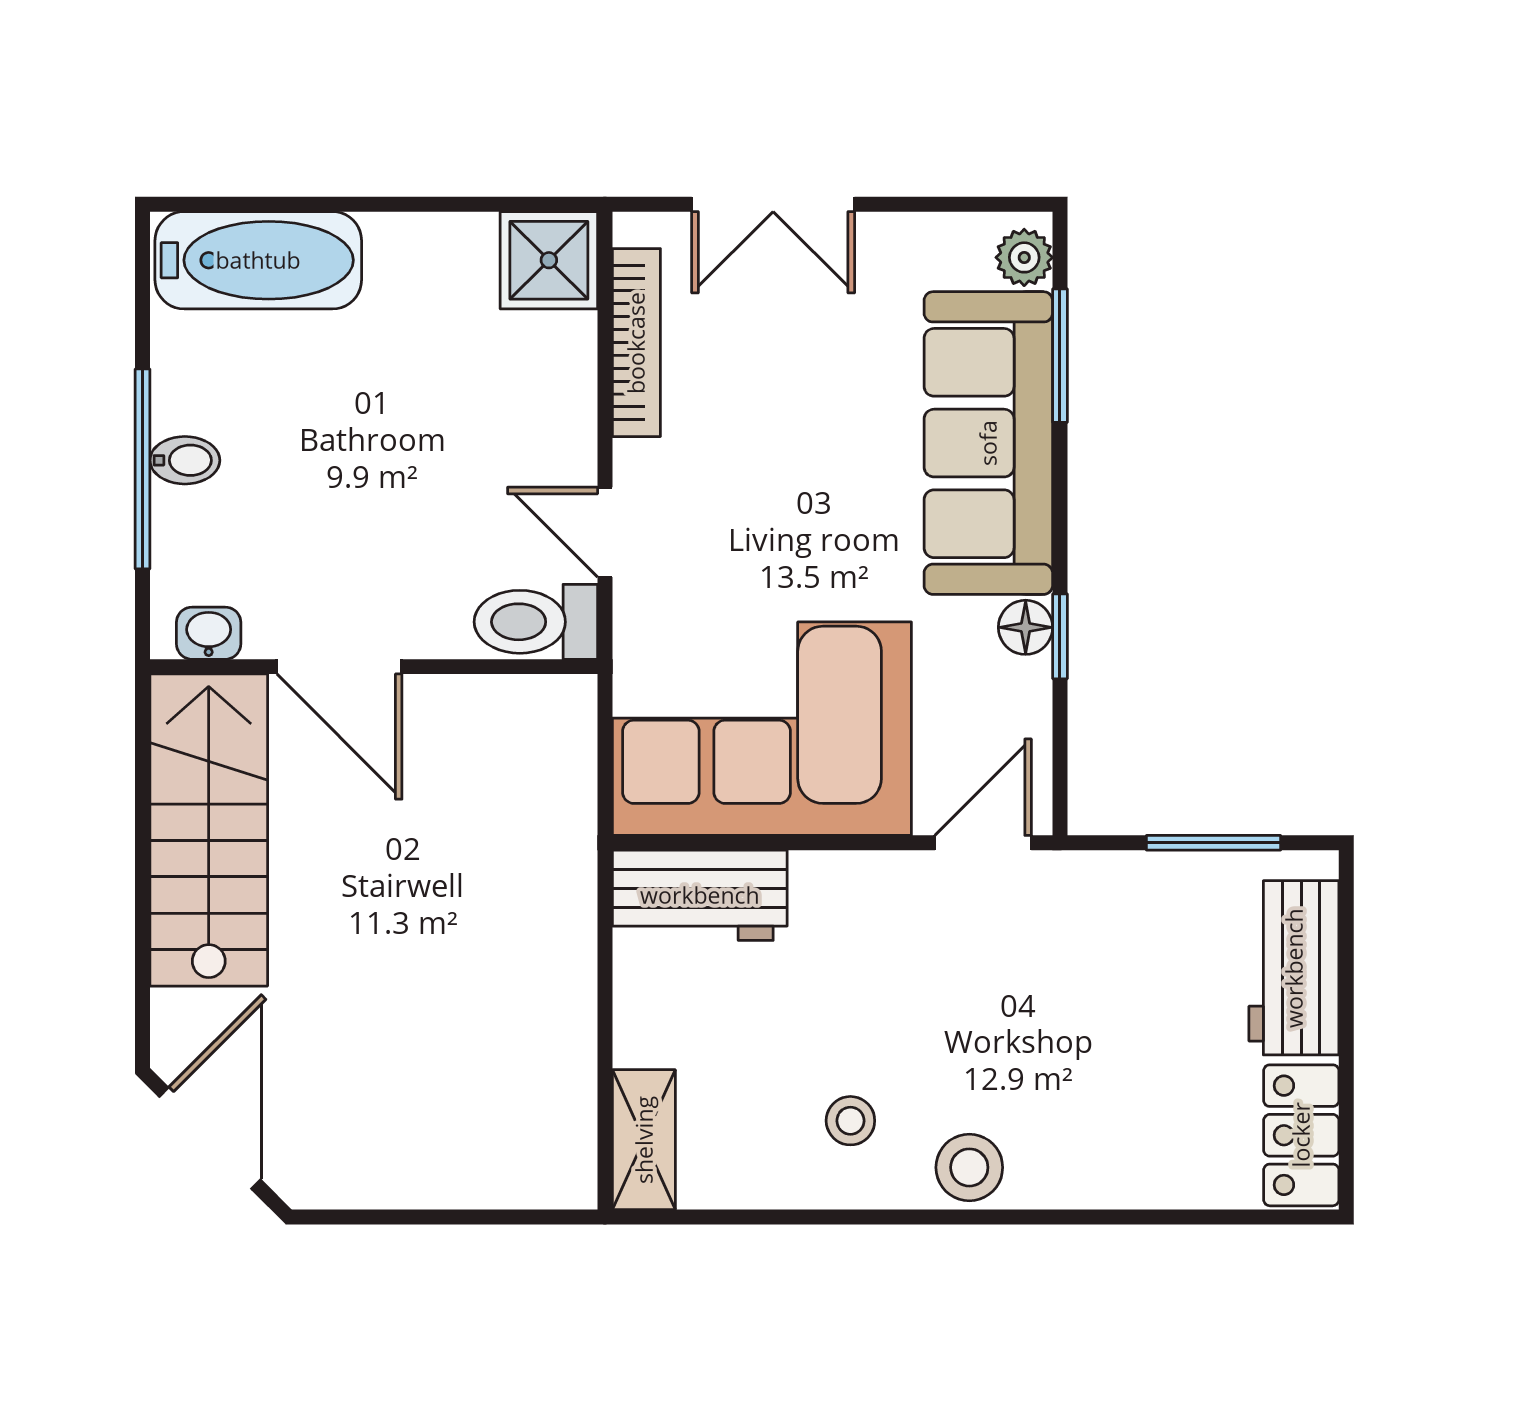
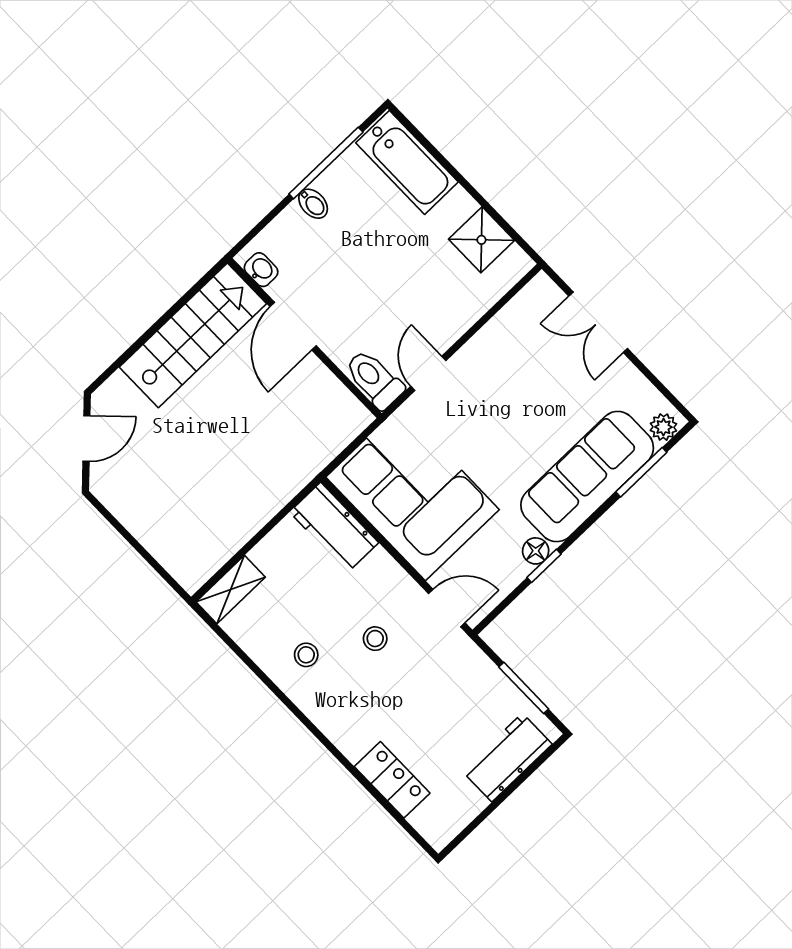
shower: (549, 260) -> (481, 240), moved
bookcase: (636, 343) -> (505, 321), removed
window: (143, 469) -> (326, 163), moved
locker: (1301, 1135) -> (392, 780), moved, turned 90
door: (210, 1138) -> (86, 439), width x0.73
stool: (969, 1167) -> (375, 639), moved, width x0.73, depth x0.73

